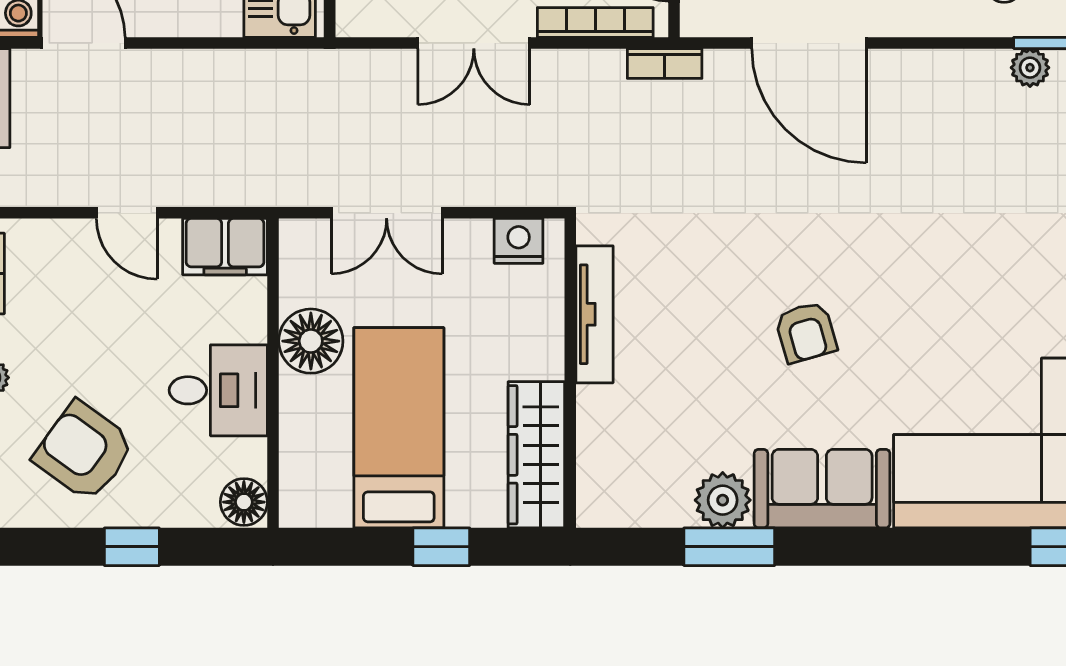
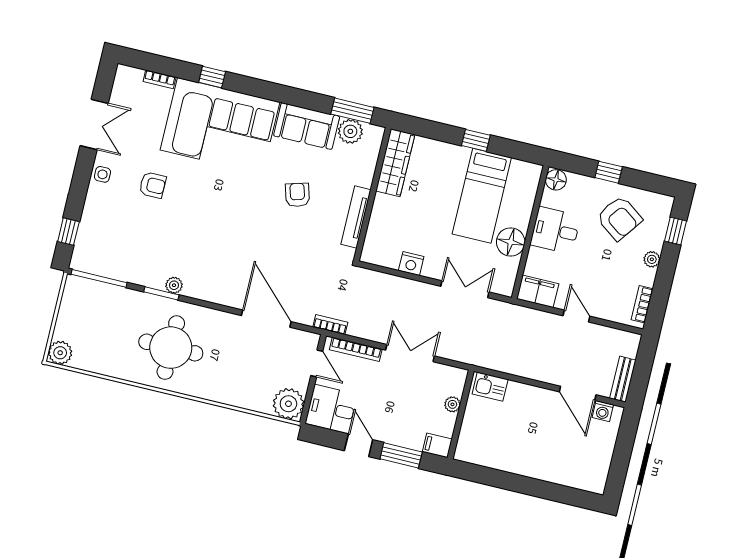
tv unit: (594, 314) -> (356, 217), moved
wall: (570, 373) -> (372, 194), moved
wardrobe: (536, 455) -> (395, 163), moved

